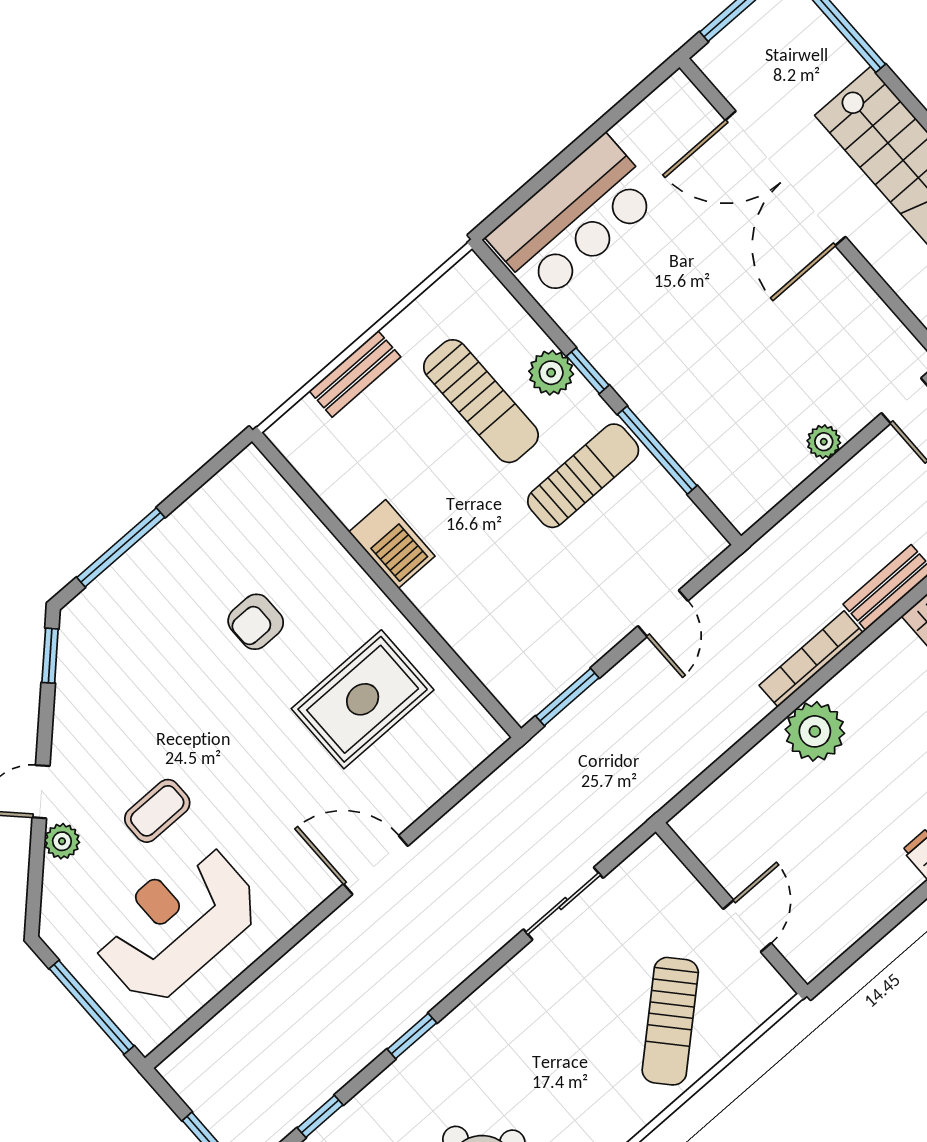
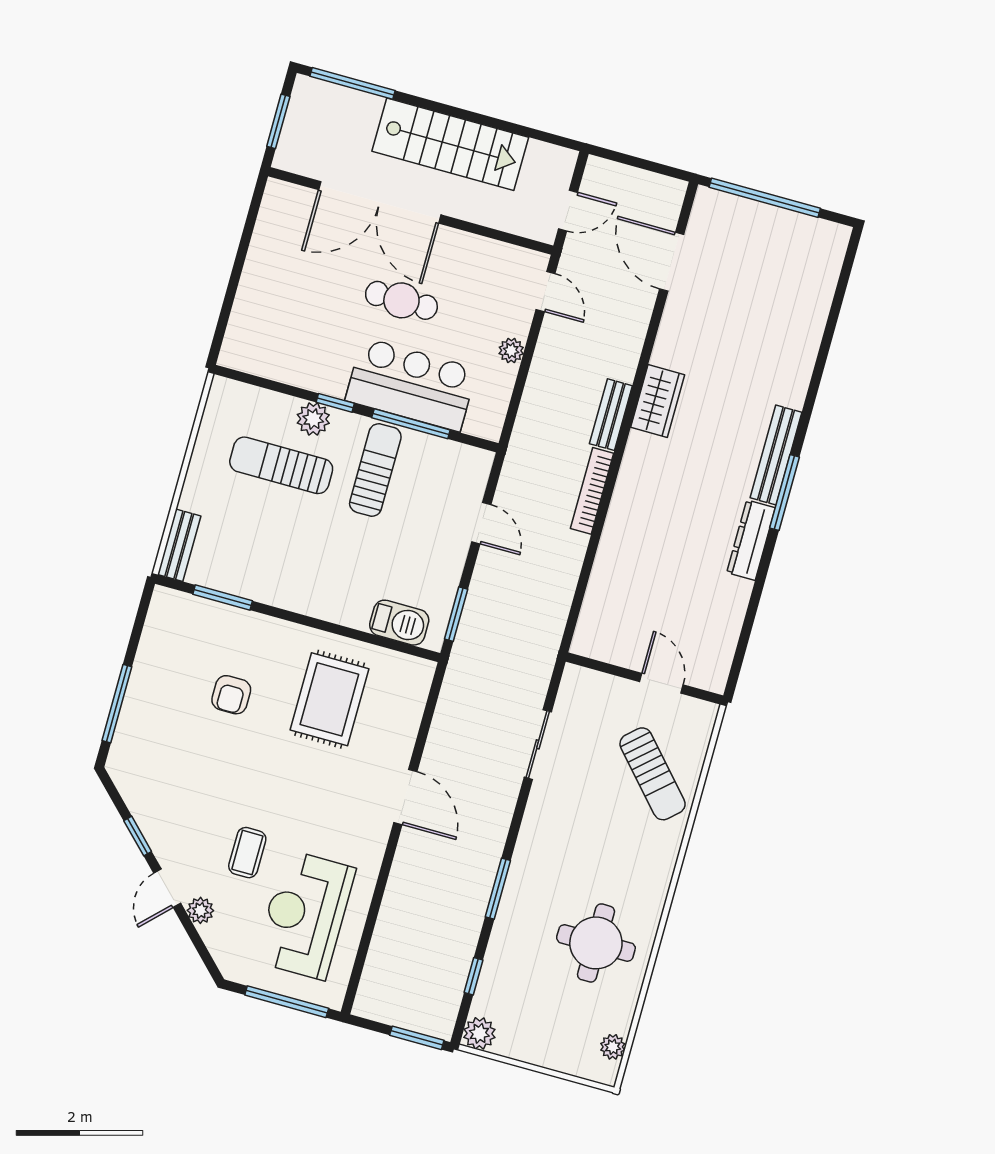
bar counter: (574, 218) -> (411, 384), moved, turned -90
cafe table: (738, 305) -> (401, 300), added
bench: (355, 374) -> (179, 545), moved
sun lounger: (481, 401) -> (281, 465), turned 180
window: (318, 506) -> (223, 598), added
barbecue: (392, 544) -> (399, 623), moved
window: (50, 656) -> (138, 836), moved
plant: (815, 731) -> (624, 534), removed
door: (376, 865) -> (405, 797), swing flipped
window: (412, 1036) -> (498, 889), width x1.50

